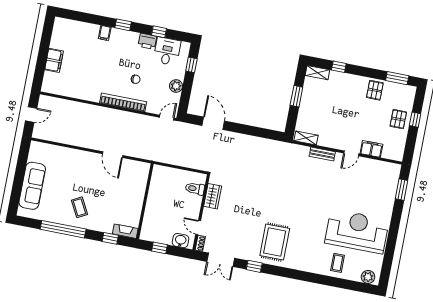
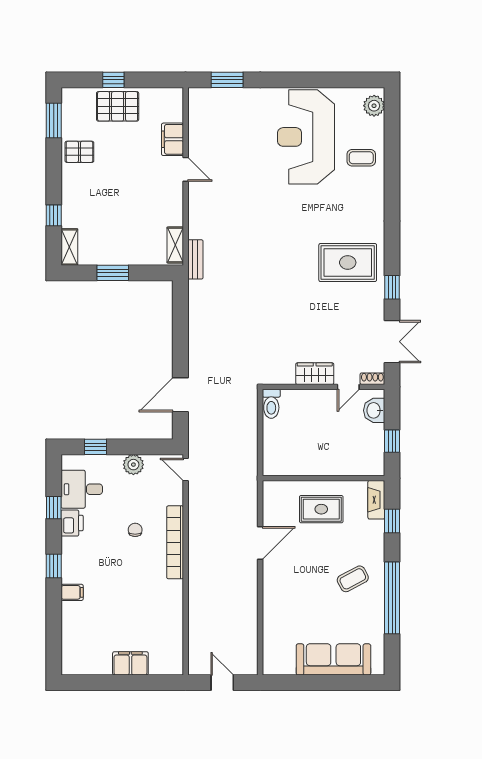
pallet: (398, 119) -> (118, 106), width x1.50, depth x1.42
bench: (322, 154) -> (195, 259), moved
toilet: (195, 189) -> (271, 404), moved
rug: (126, 196) -> (321, 509), added
wardrobe: (213, 196) -> (315, 374), moved

